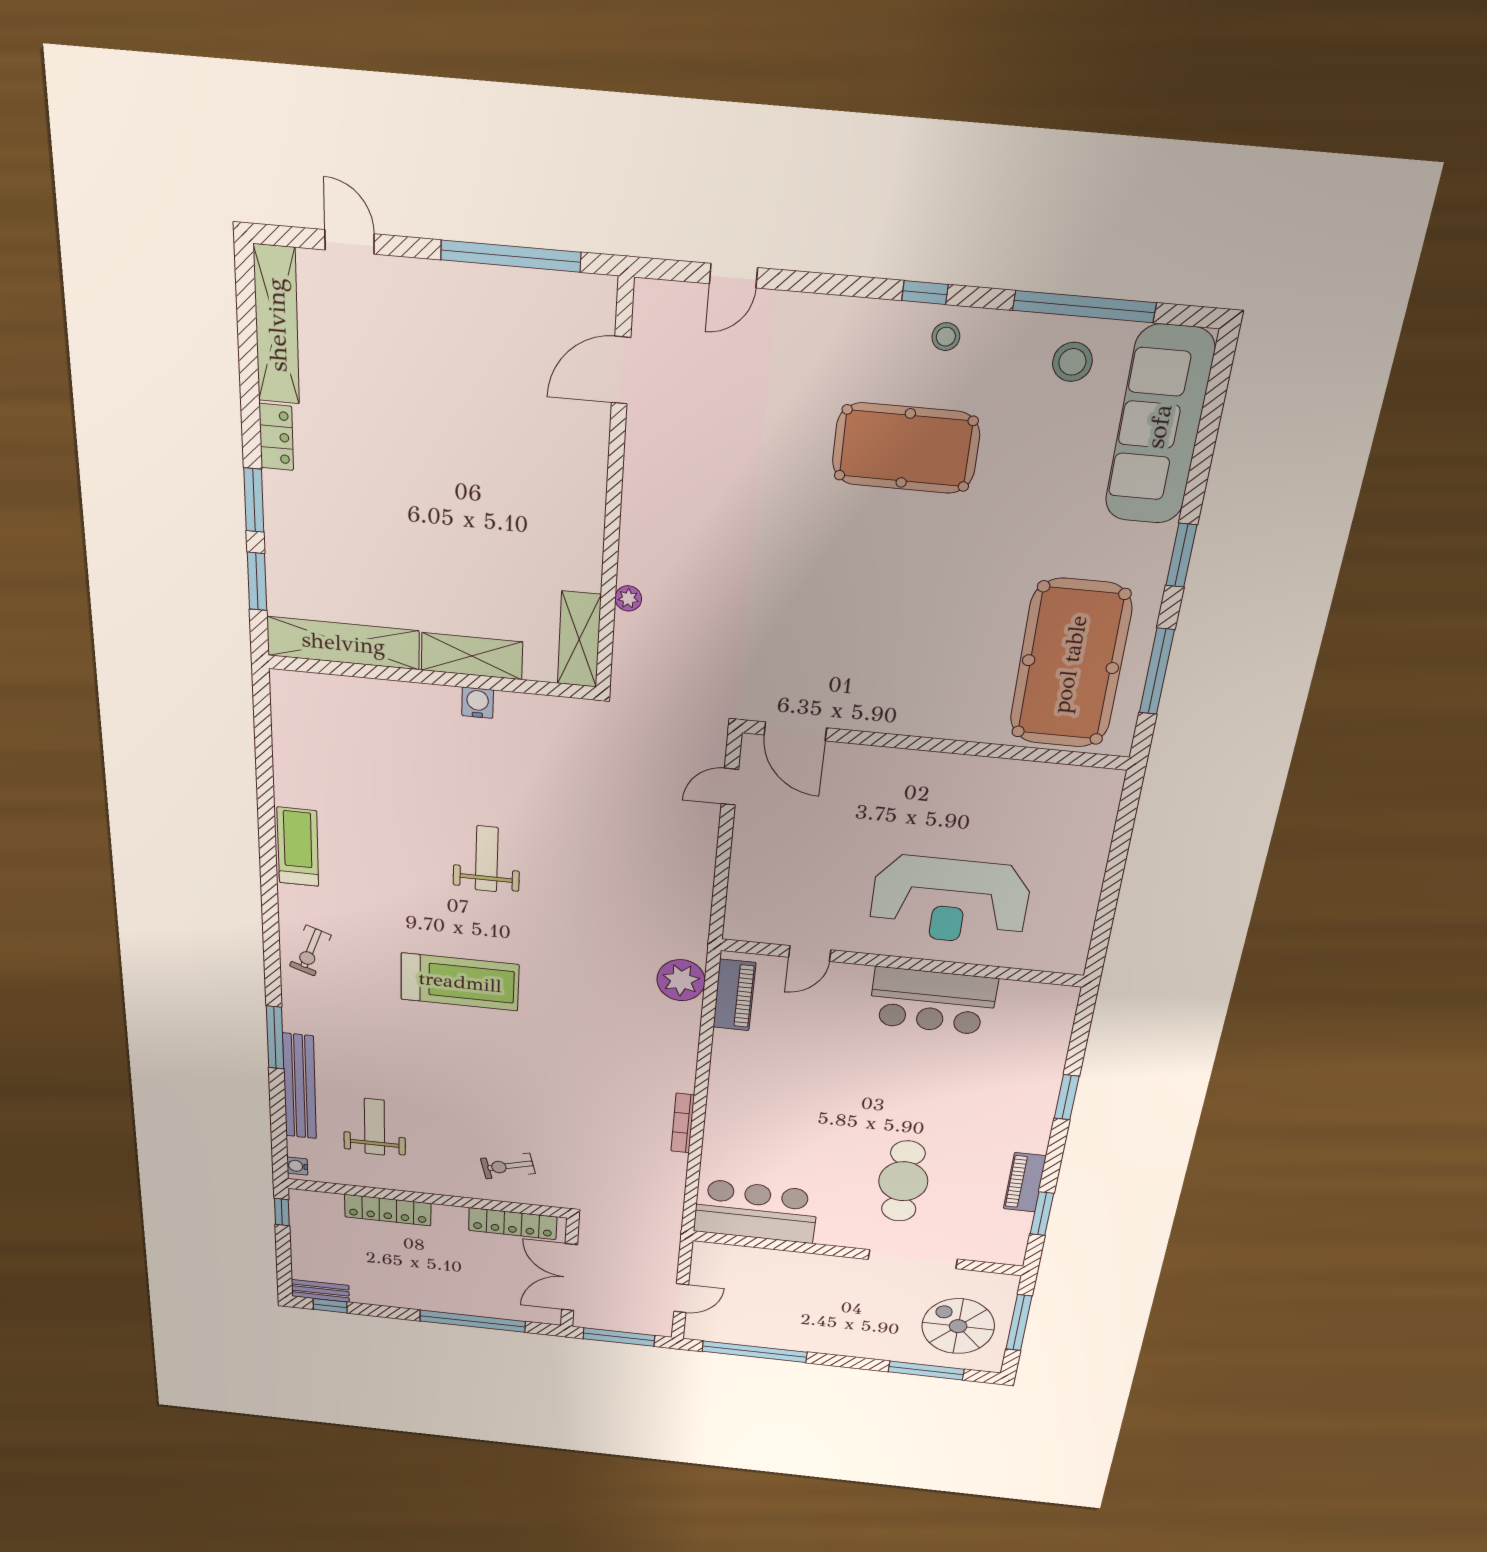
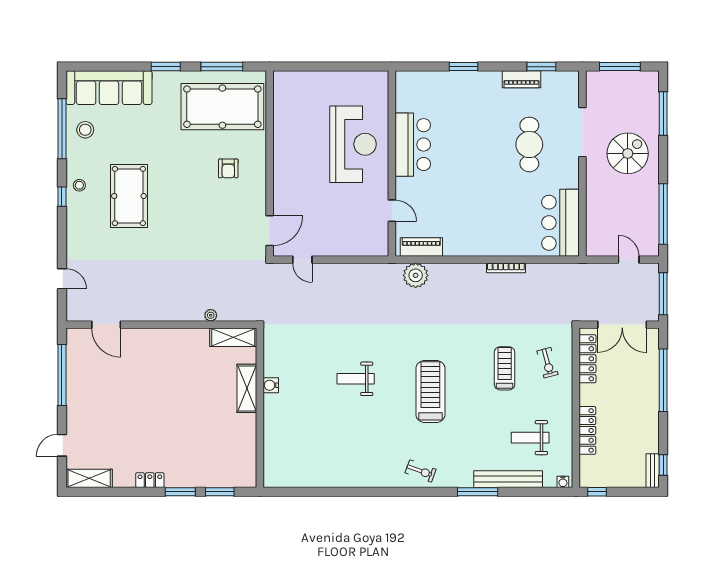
shelving: (277, 325) -> (89, 478), width x0.68
shelving: (343, 643) -> (247, 451), removed
armchair: (936, 663) -> (228, 168), added
treadmill: (298, 847) -> (505, 368), moved, turned 90
cafe table: (903, 1181) -> (529, 144), turned 90
spiral stairs: (958, 1326) -> (628, 153), moved, turned 180

